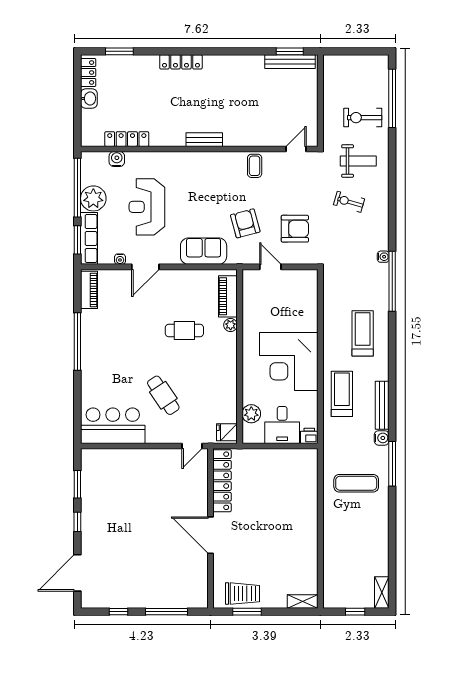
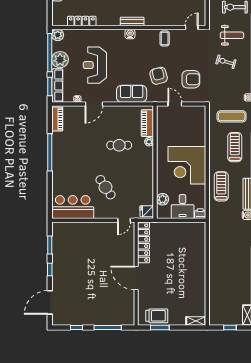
water cooler: (117, 159) -> (130, 34), moved
plant: (90, 160) -> (58, 35), added
exercise mat: (356, 483) -> (232, 116), moved

